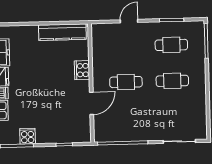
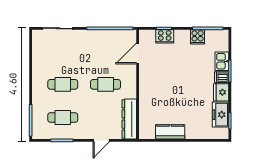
kitchen counter: (62, 32) -> (170, 132), width x0.67
dresser: (99, 45) -> (129, 119), added
cooker: (82, 70) -> (165, 36), moved, turned 90
door: (92, 103) -> (138, 53), moved

